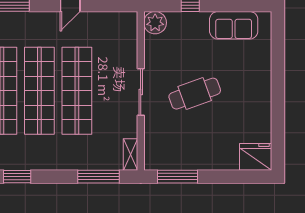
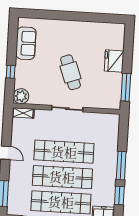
shelving: (130, 154) -> (23, 113), moved
fridge: (256, 157) -> (114, 61), moved
window: (98, 177) -> (121, 166), moved

